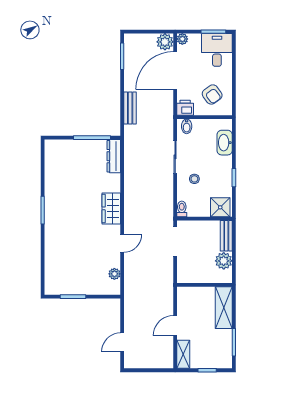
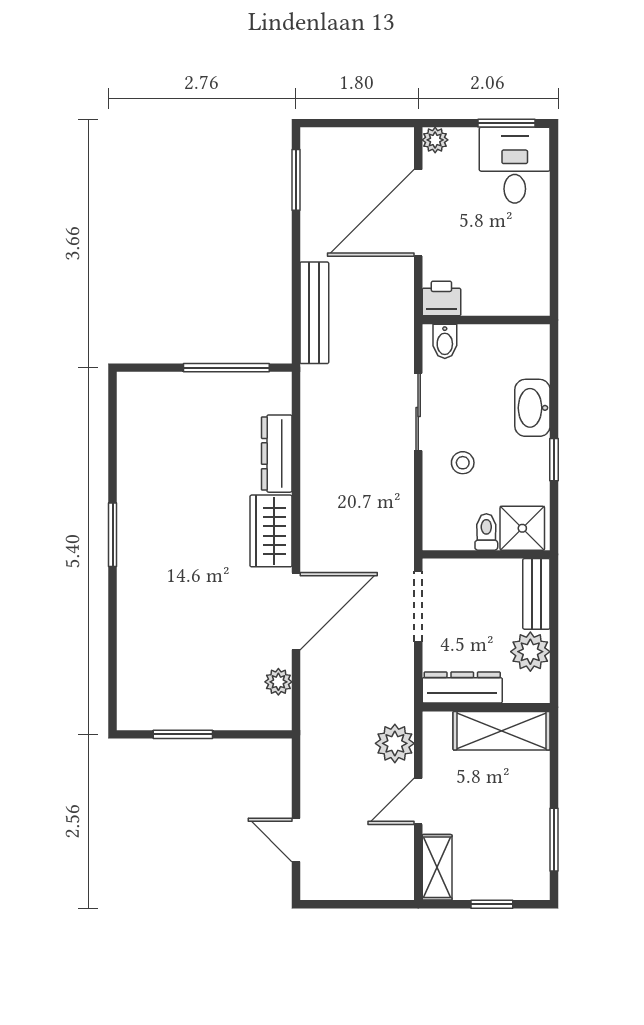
plant: (165, 42) -> (395, 743), moved
armchair: (212, 95) -> (503, 268), removed
bench: (130, 108) -> (314, 313), width x1.36
washbasin: (225, 143) -> (532, 408), moved
dresser: (114, 156) -> (277, 454), moved
toilet: (182, 209) -> (486, 532), moved
door: (122, 243) -> (296, 611), width x1.87
dresser: (194, 276) -> (462, 688), added
shelving: (224, 308) -> (502, 731), moved, turned 90
door: (122, 342) -> (296, 840), hinge flipped

